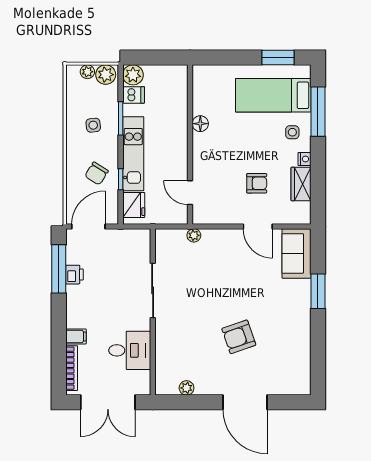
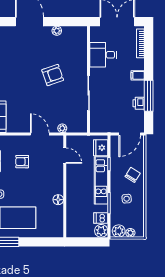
chair: (97, 173) -> (133, 175), moved
door: (258, 226) -> (40, 134), moved
window: (59, 269) -> (149, 96), moved
filing cabinet: (76, 336) -> (138, 75), moved
armchair: (239, 337) -> (53, 75), moved
plant: (187, 388) -> (57, 31), moved

